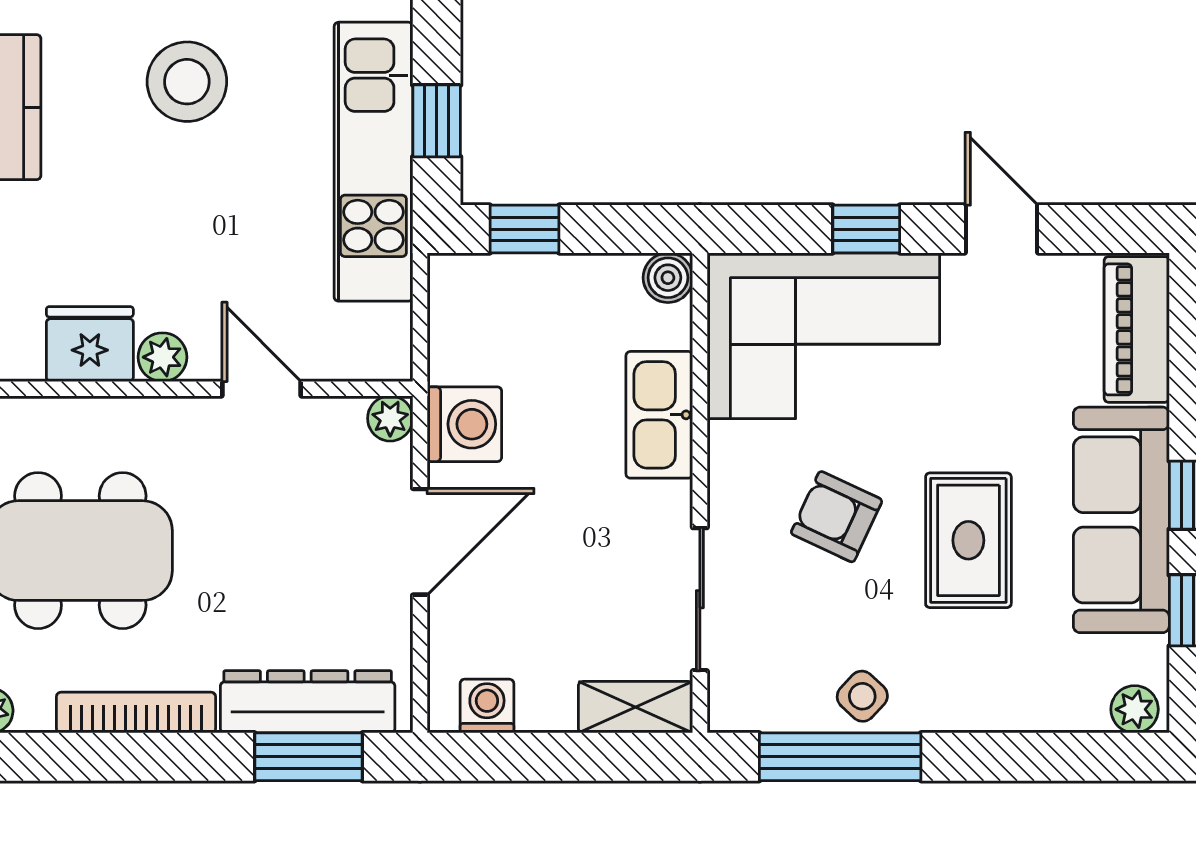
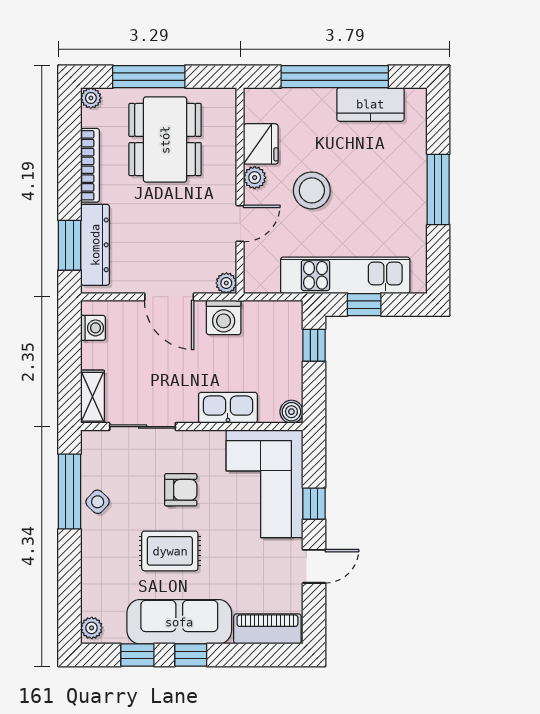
stool: (187, 82) -> (312, 190), moved
armchair: (837, 517) -> (181, 490), turned 65

